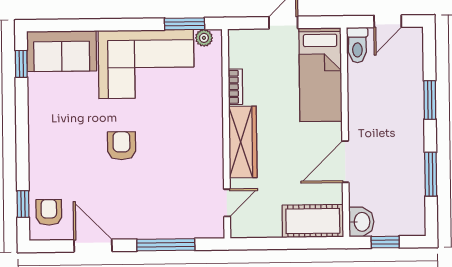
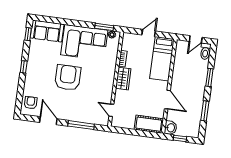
toilet: (357, 45) -> (205, 51), moved
wardrobe: (243, 142) -> (123, 79), width x0.67
armchair: (121, 146) -> (68, 78), width x1.88, depth x1.88
door: (345, 162) -> (167, 100), swing flipped
door: (227, 203) -> (111, 110), swing flipped
window: (23, 204) -> (24, 67), moved

